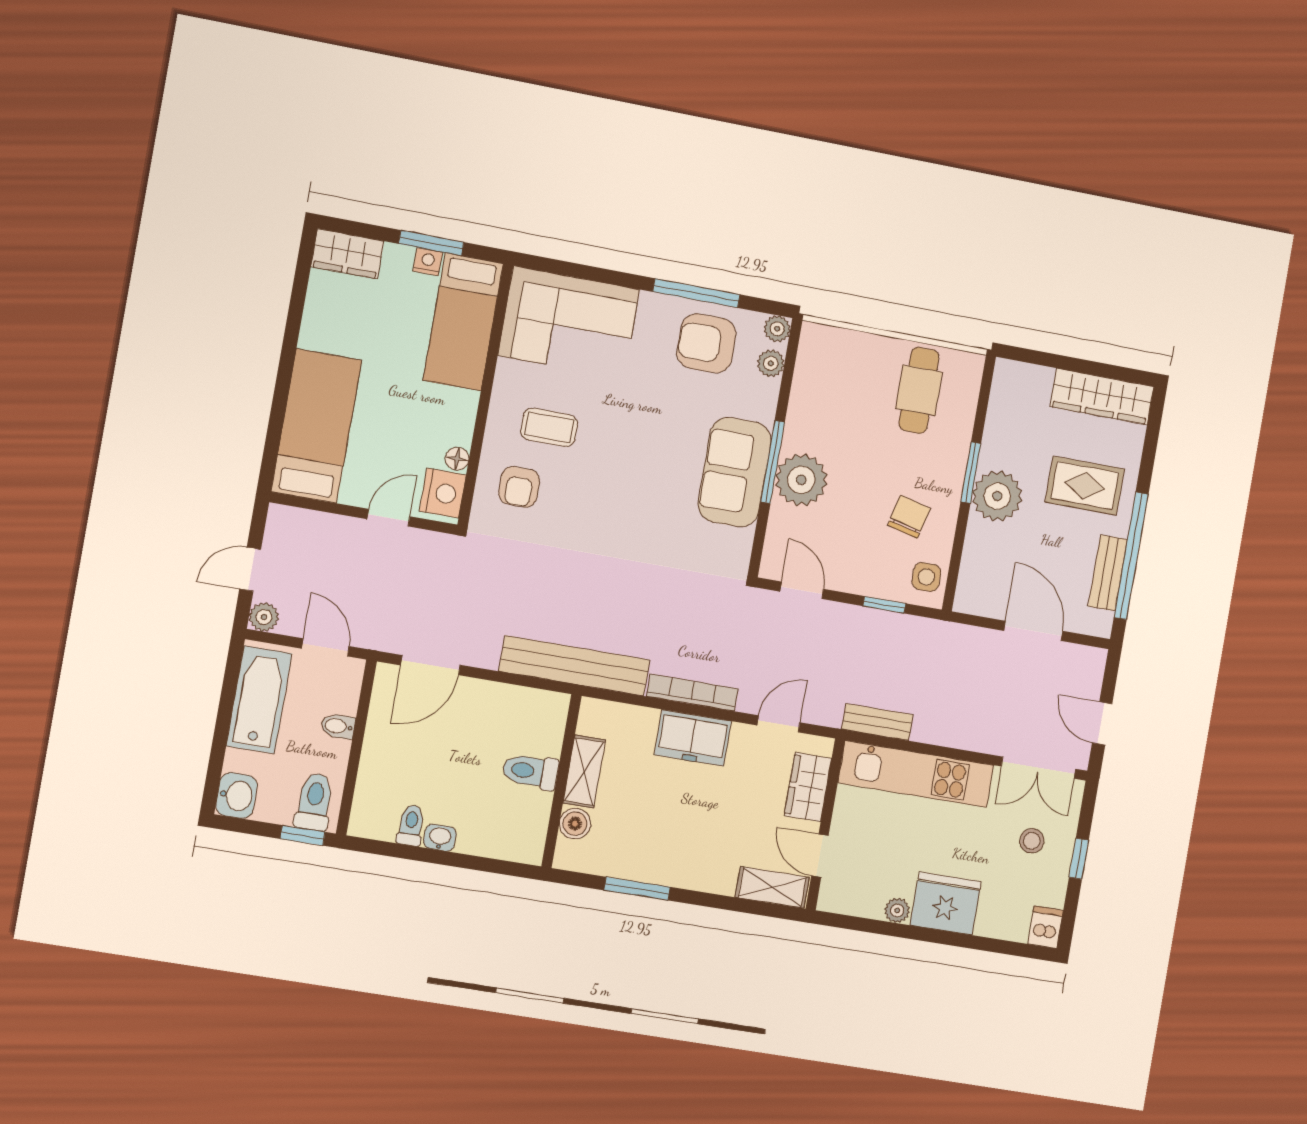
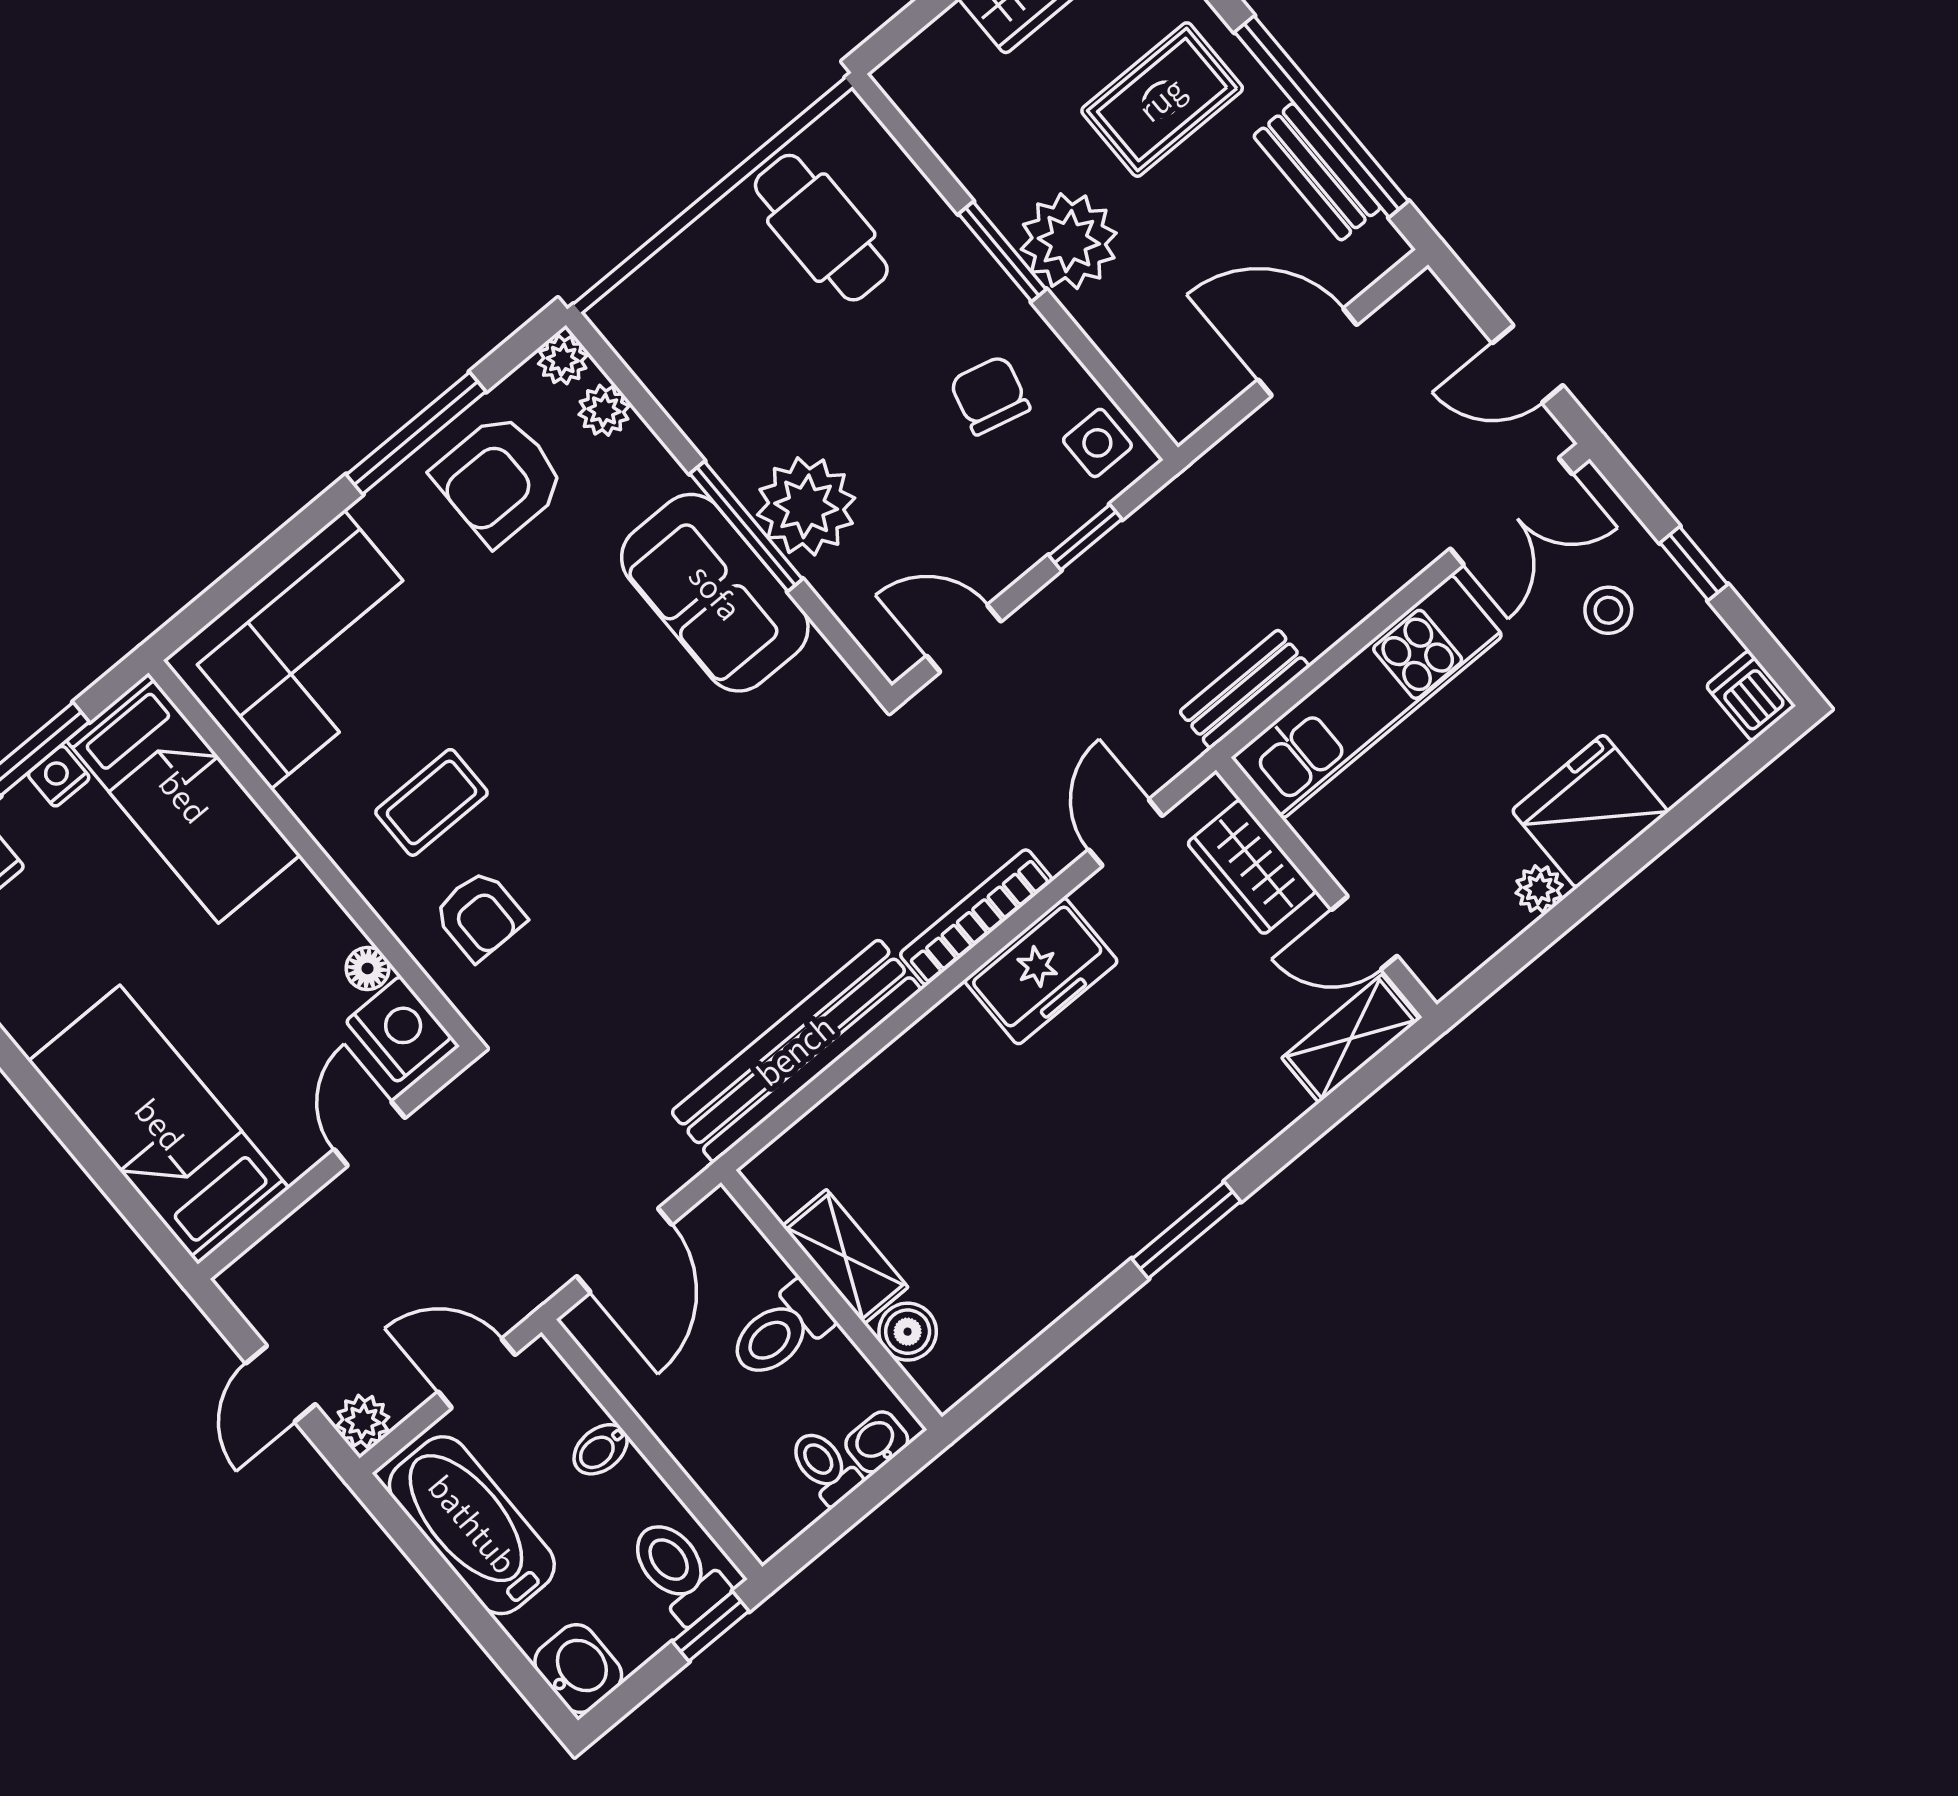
toilet: (530, 771) -> (780, 1331), moved
shelving: (584, 771) -> (845, 1257), moved
wall: (561, 781) -> (831, 1300), moved
boiler: (575, 824) -> (908, 1332), moved

